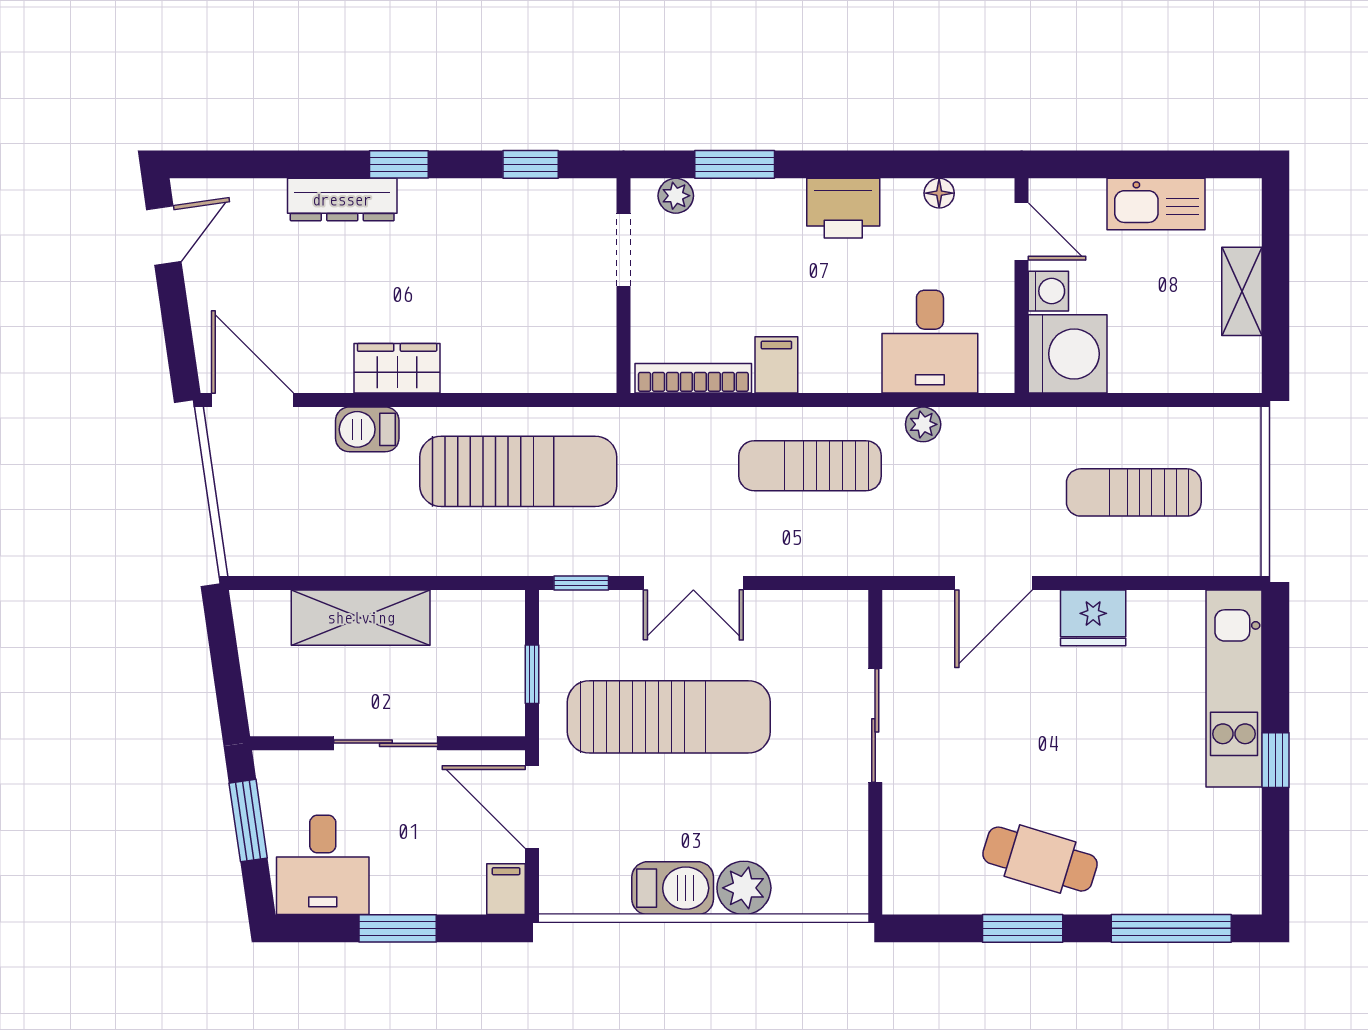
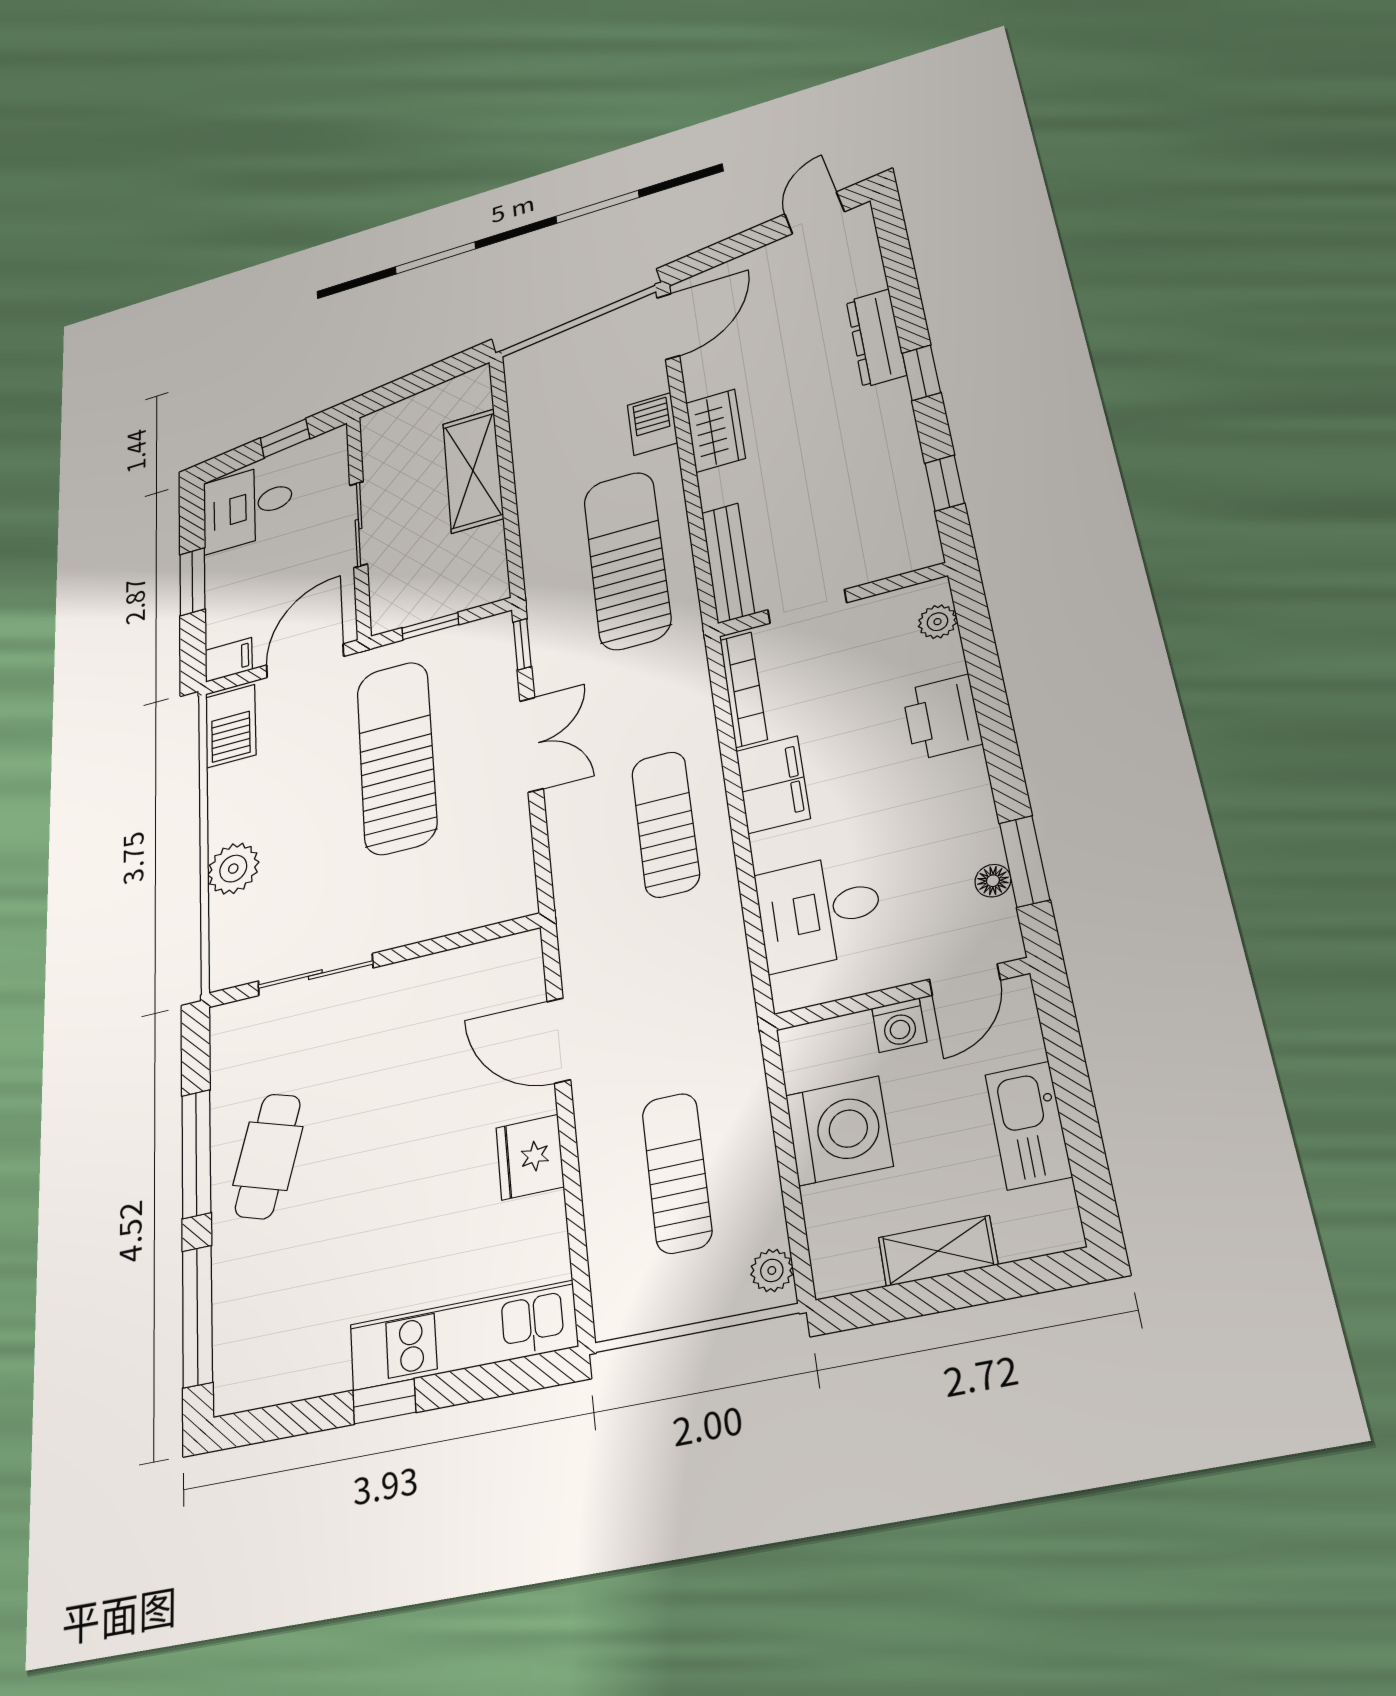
window: (735, 164) -> (1024, 861), moved
printer: (843, 208) -> (942, 717), moved
door: (164, 235) -> (814, 213), swing flipped
doorway: (624, 250) -> (807, 606), moved
washing machine: (1068, 354) -> (839, 1131), moved, turned -90
filing cabinet: (776, 365) -> (773, 785), width x2.00
bench: (553, 375) -> (728, 563), added
plant: (923, 424) -> (772, 1270), moved
sun lounger: (518, 471) -> (627, 560), turned 180
double door: (693, 583) -> (531, 744), swing flipped
sun lounger: (669, 717) -> (397, 757), turned 180
sliding door: (875, 725) -> (315, 975), moved
window: (248, 821) -> (285, 438), width x0.67
barbecue: (673, 888) -> (231, 726), moved
window: (1023, 928) -> (196, 1154), width x1.44

